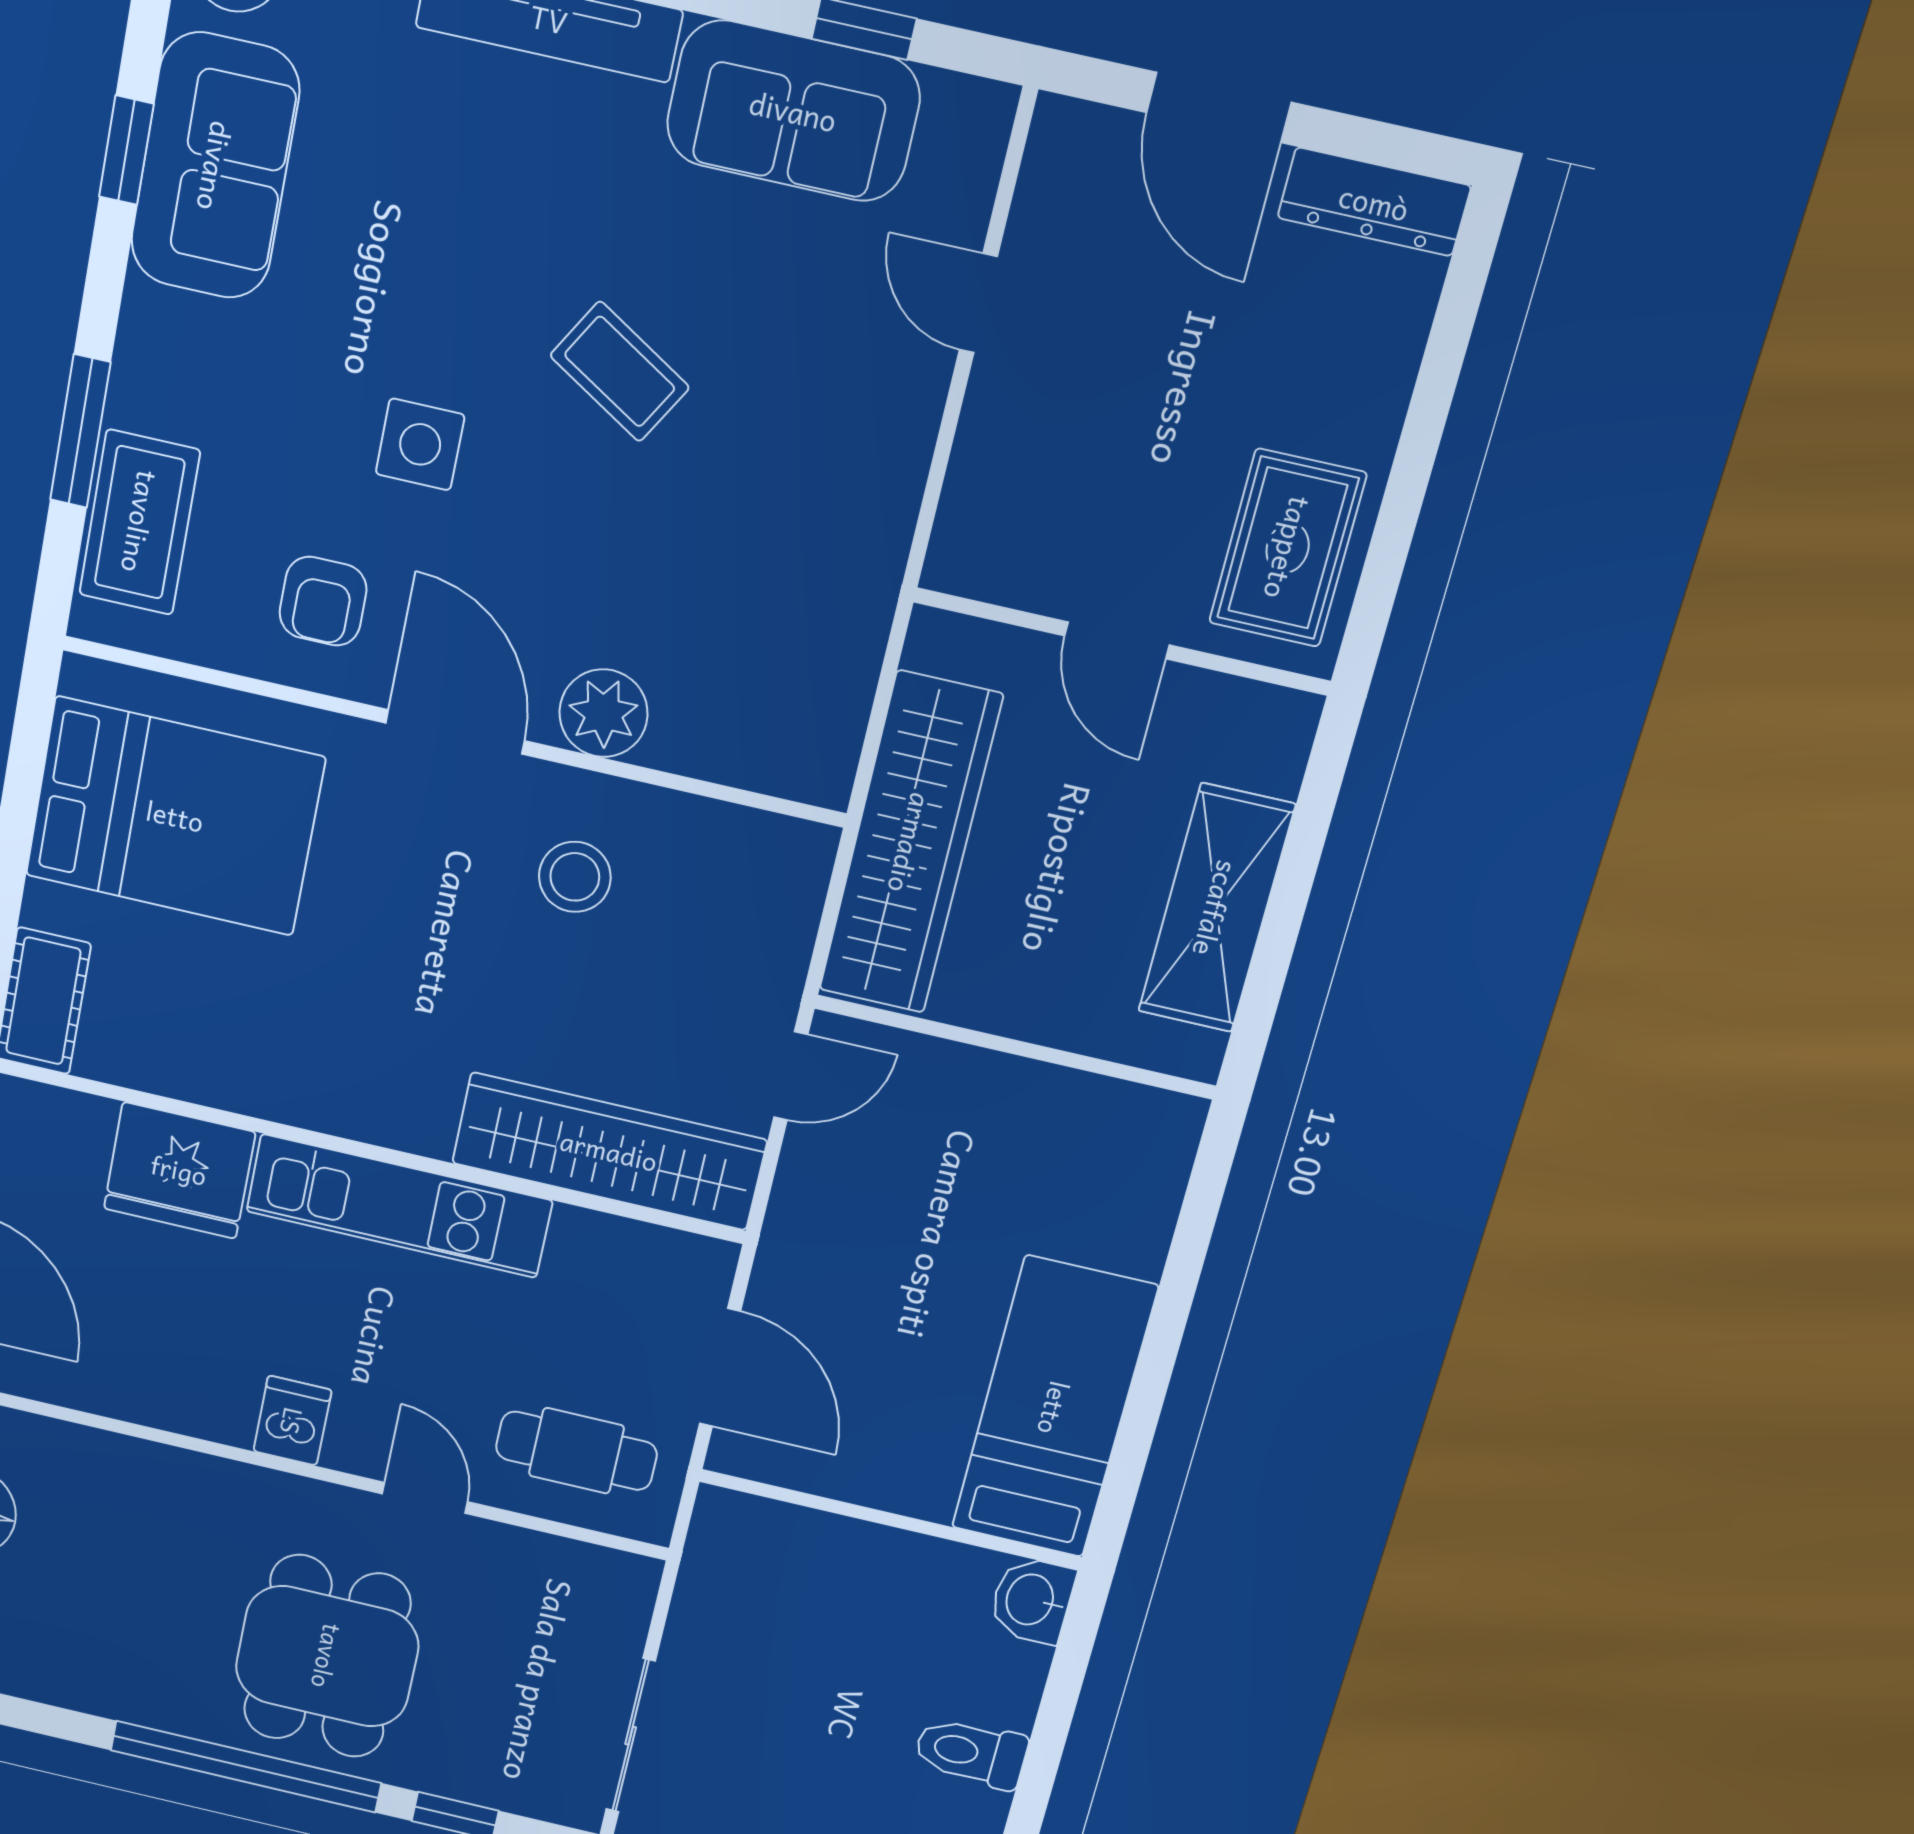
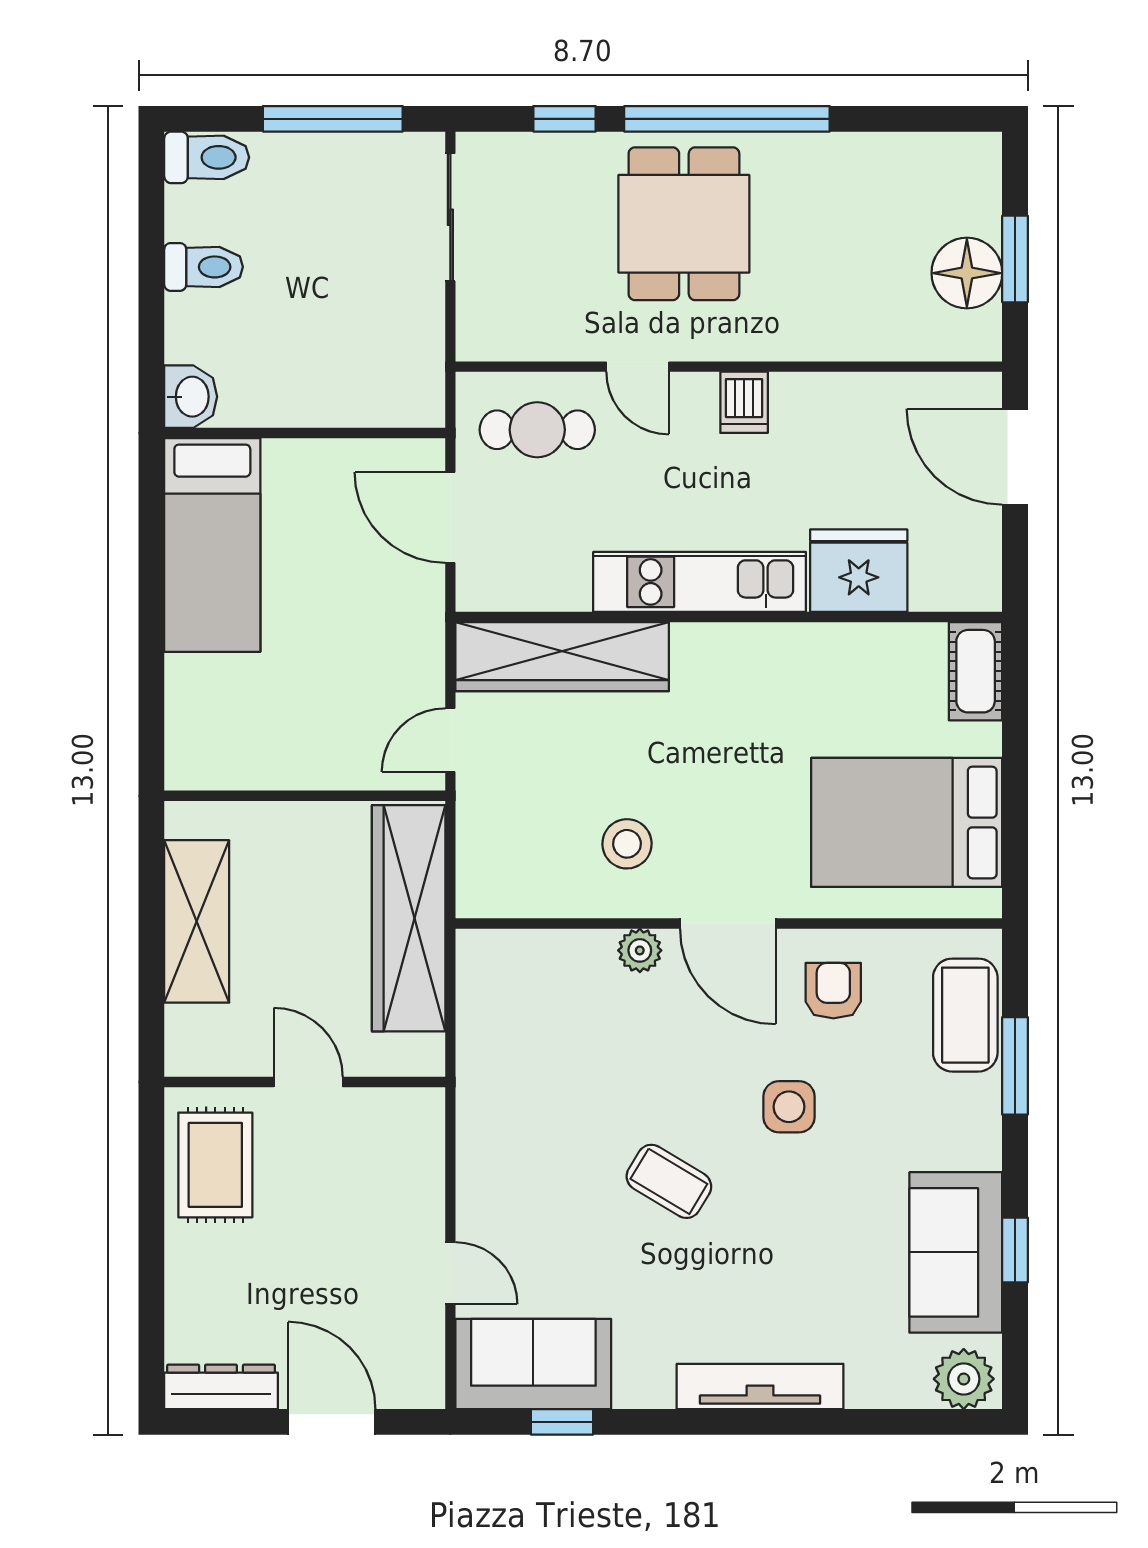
sofa: (793, 111) -> (533, 1364), moved
plant: (603, 713) -> (640, 950), width x0.73, depth x0.73

